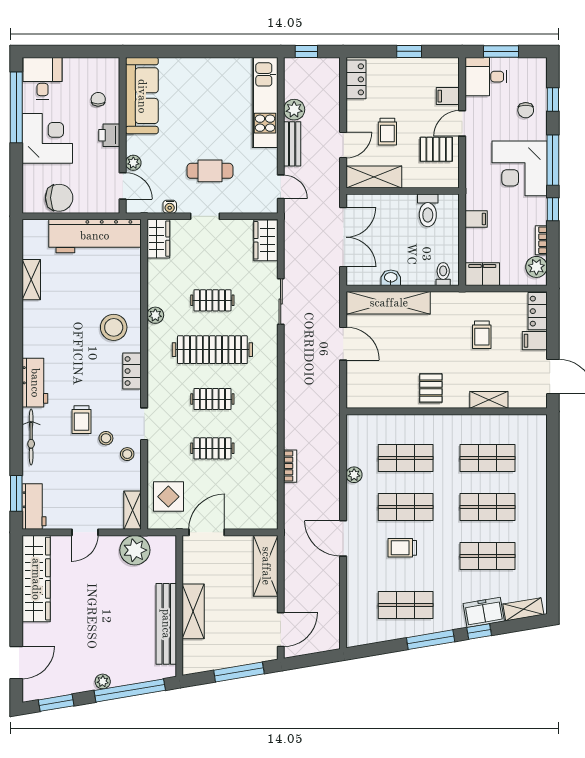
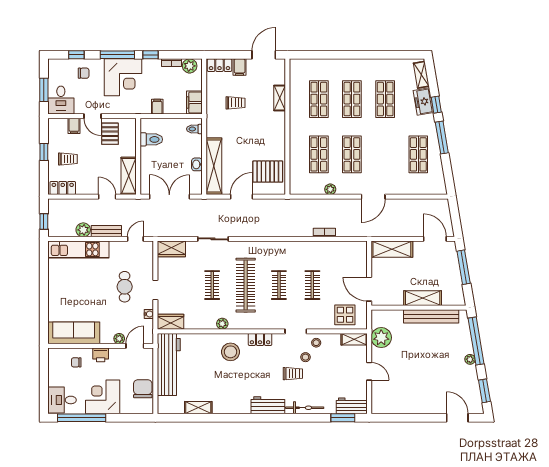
trolley: (387, 132) -> (68, 159), moved
pallet: (431, 388) -> (268, 172), moved, width x1.50, depth x1.42
trolley: (402, 548) -> (380, 157), removed
wardrobe: (36, 579) -> (400, 404), removed

